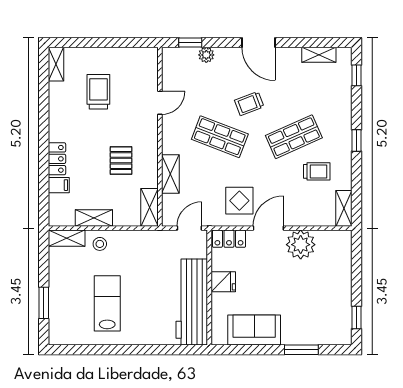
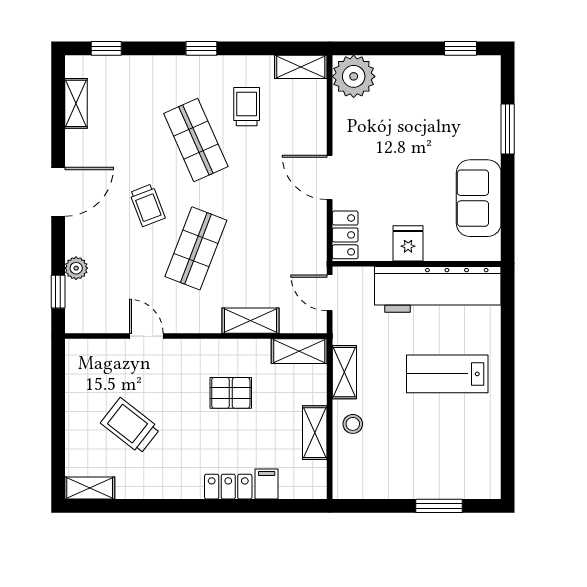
trolley: (98, 92) -> (130, 426), turned 38
display table: (239, 201) -> (290, 220), removed
shelving: (67, 238) -> (344, 372), moved
plant: (301, 245) -> (354, 76), moved
lab bench: (107, 303) -> (447, 374), moved

